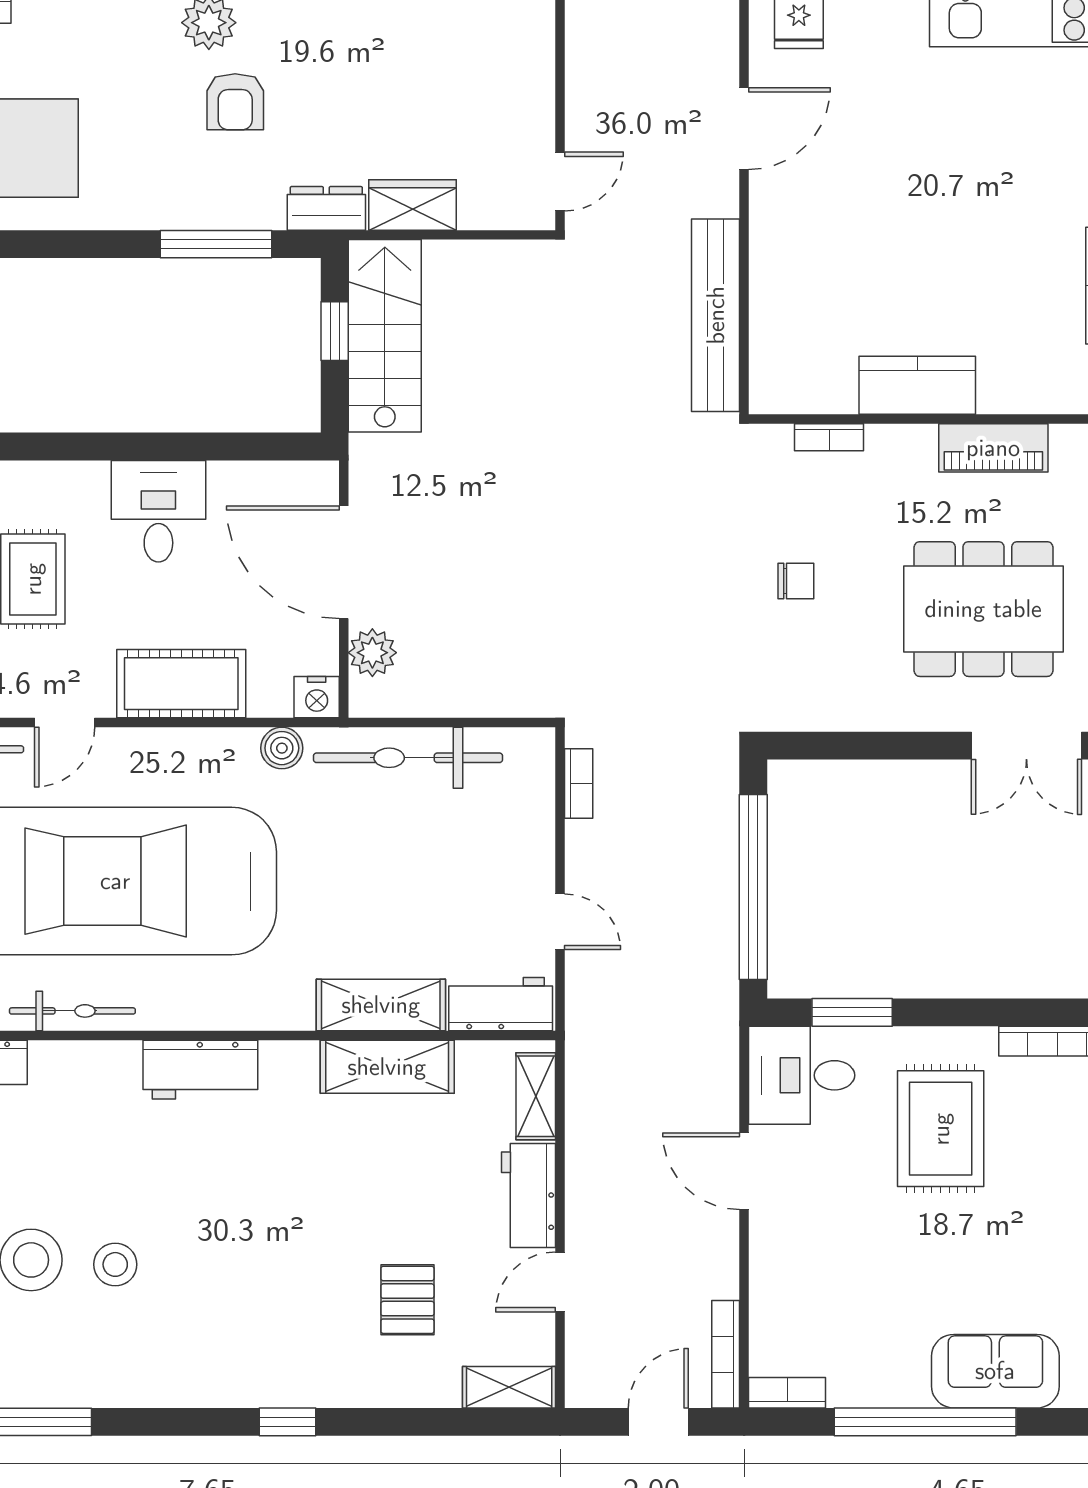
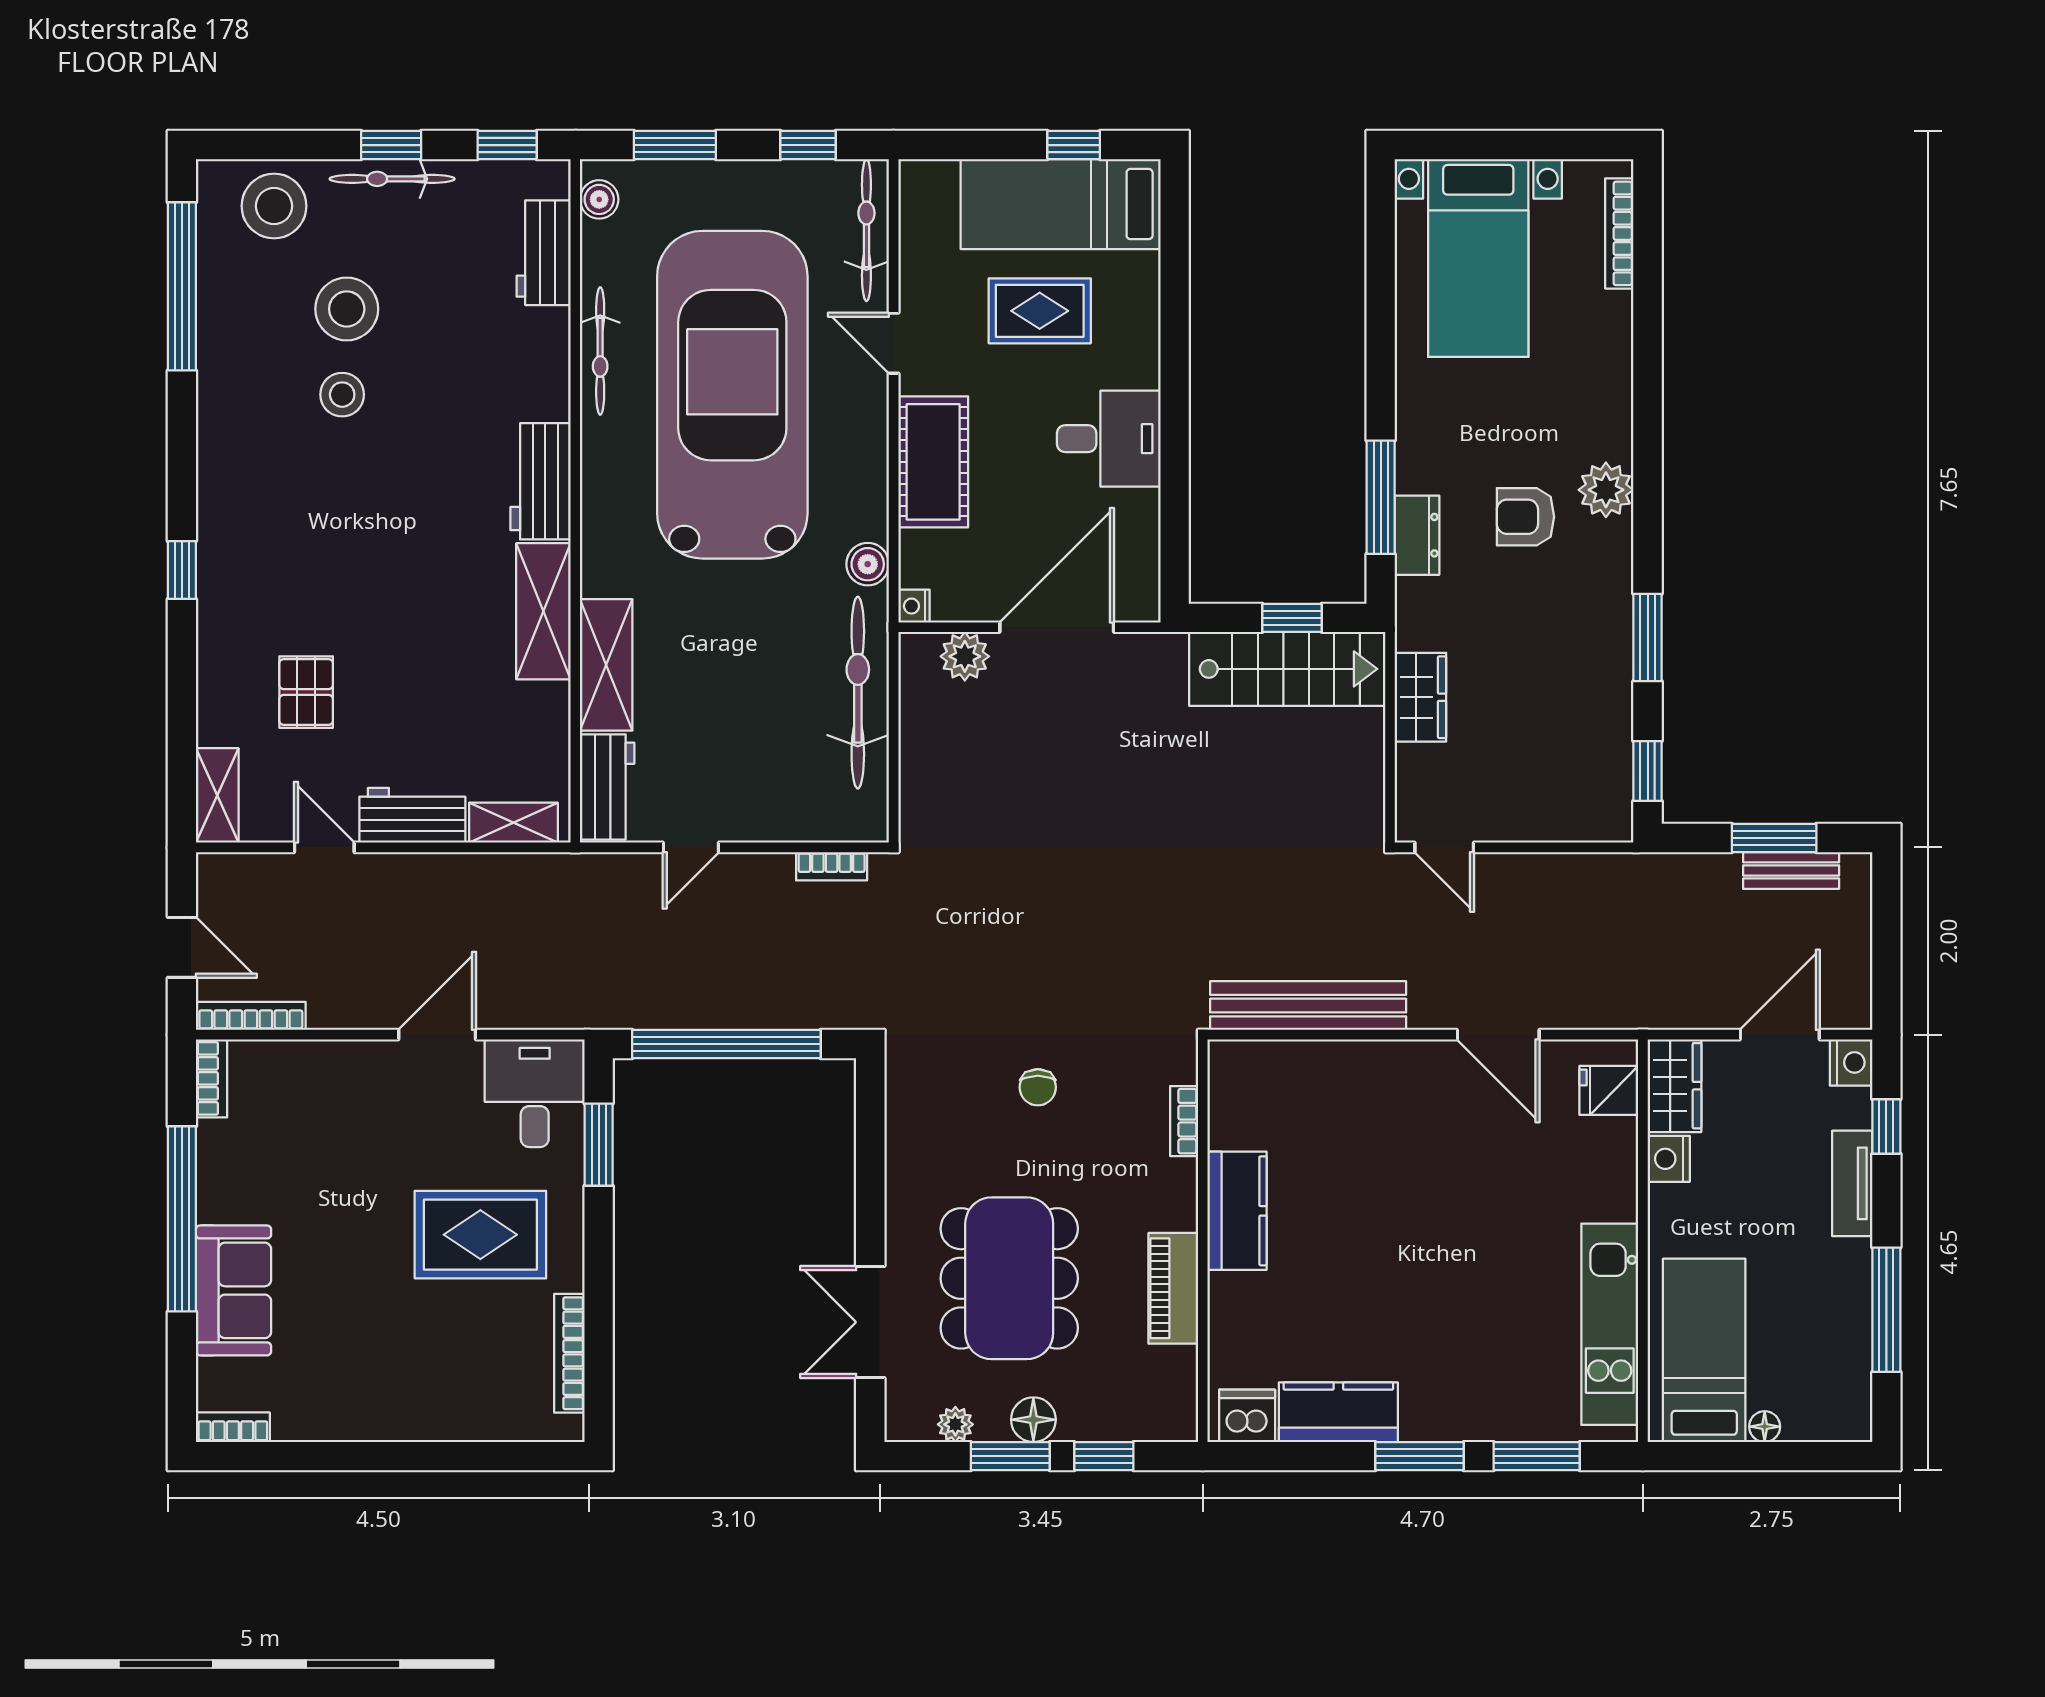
dresser: (326, 208) -> (1417, 535), moved
nightstand: (317, 697) -> (914, 606), width x0.72, depth x0.74
shelving: (387, 1067) -> (543, 611), moved
pallet: (407, 1300) -> (306, 692), turned 90

